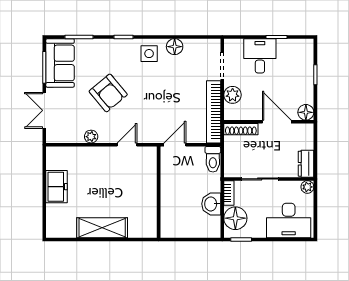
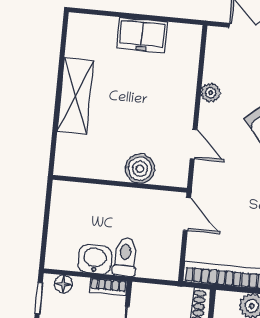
toilet: (213, 159) -> (125, 257), moved, turned 90
boiler: (147, 179) -> (140, 169), added
floor lamp: (235, 218) -> (63, 284), width x0.53, depth x0.53

